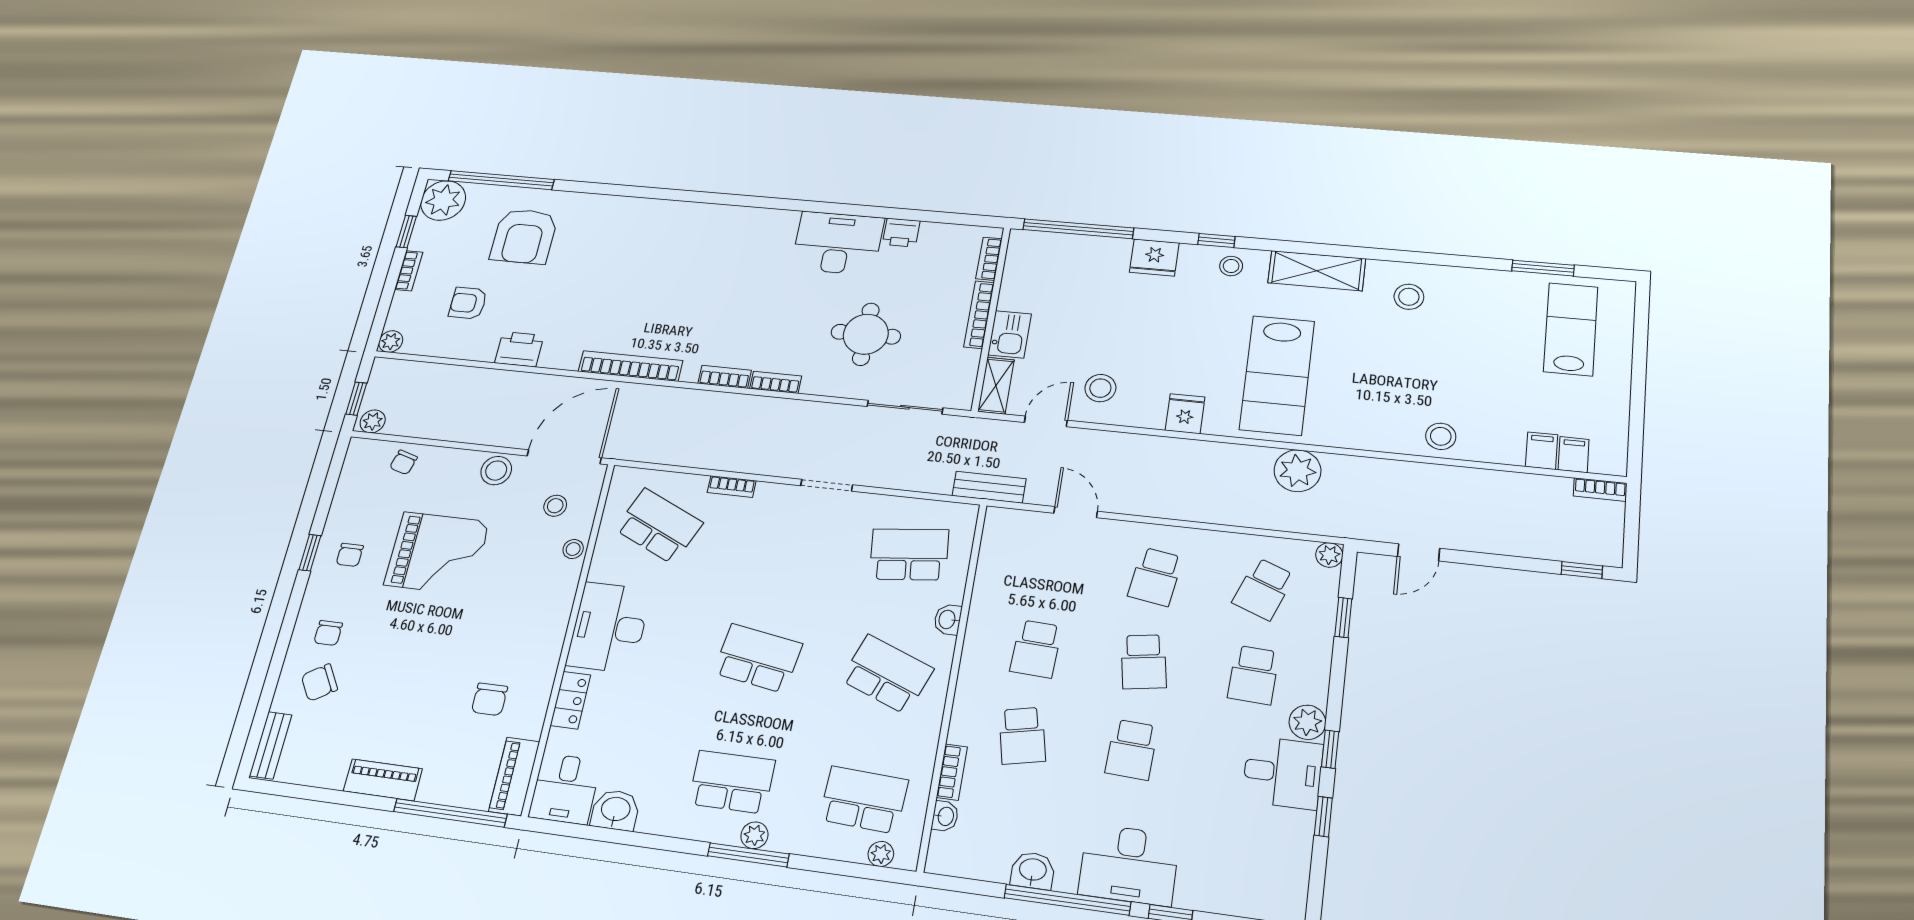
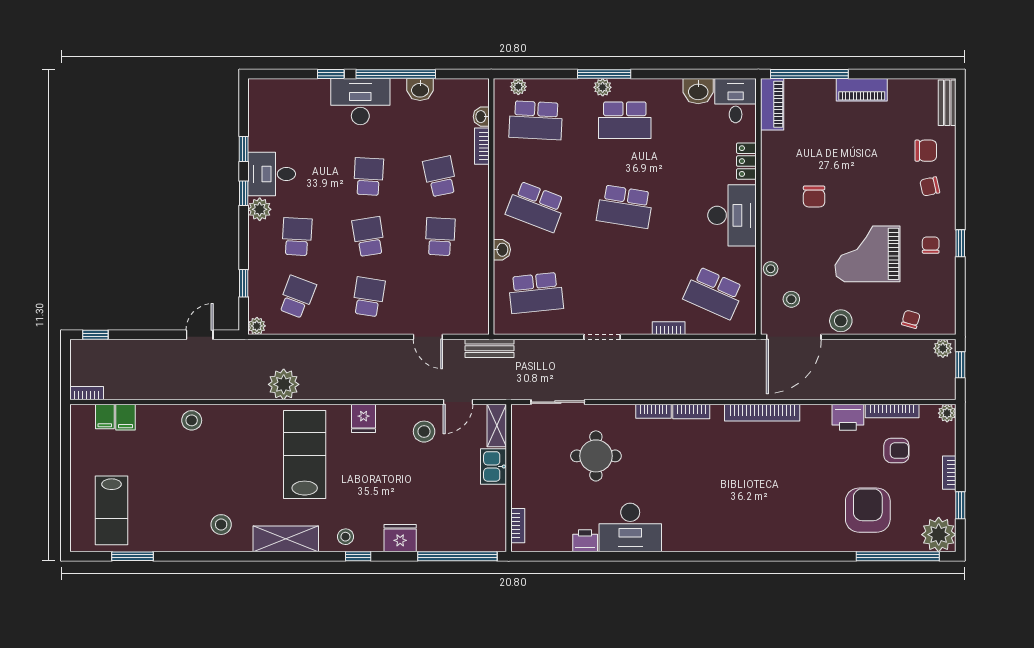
bookcase: (979, 315) -> (892, 411), moved, turned 90
chair: (328, 633) -> (930, 186), turned -102
chair: (319, 683) -> (926, 151), turned 32
chair: (489, 699) -> (814, 196), moved, turned 180

